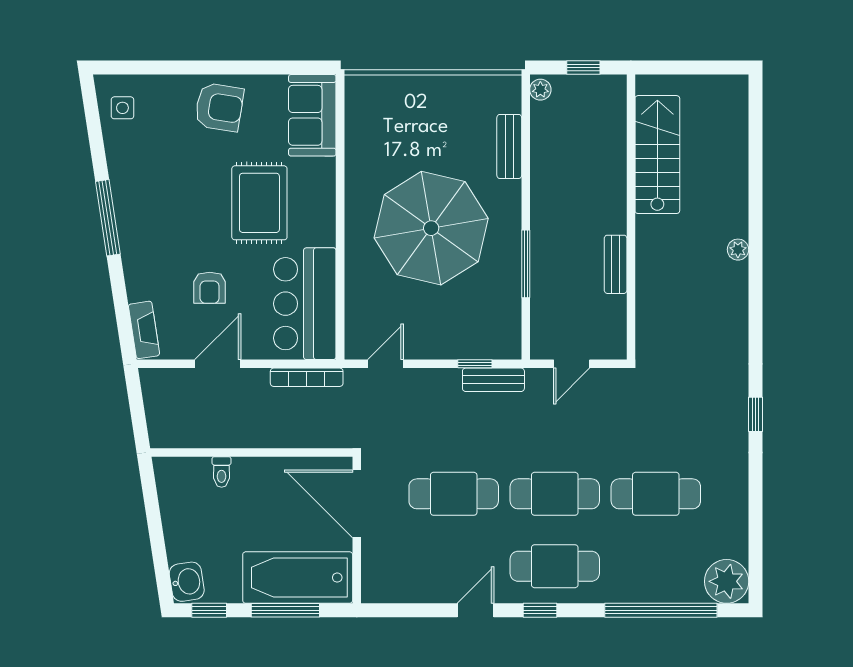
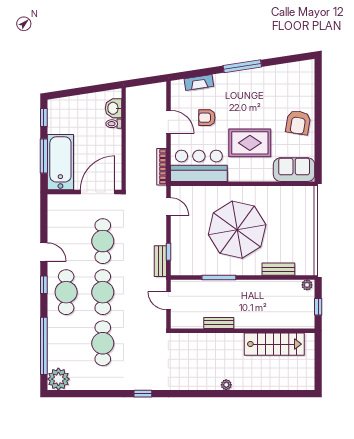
side table: (122, 108) -> (298, 74), removed
fireplace: (144, 330) -> (199, 82), moved
washbasin: (187, 582) -> (113, 108), moved, turned 99

